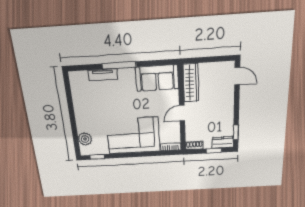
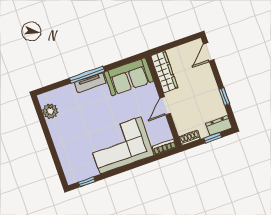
tv unit: (103, 75) -> (90, 83), moved
door: (237, 76) -> (209, 52), swing flipped
window: (236, 132) -> (224, 97), moved
plant: (85, 139) -> (50, 111), moved

